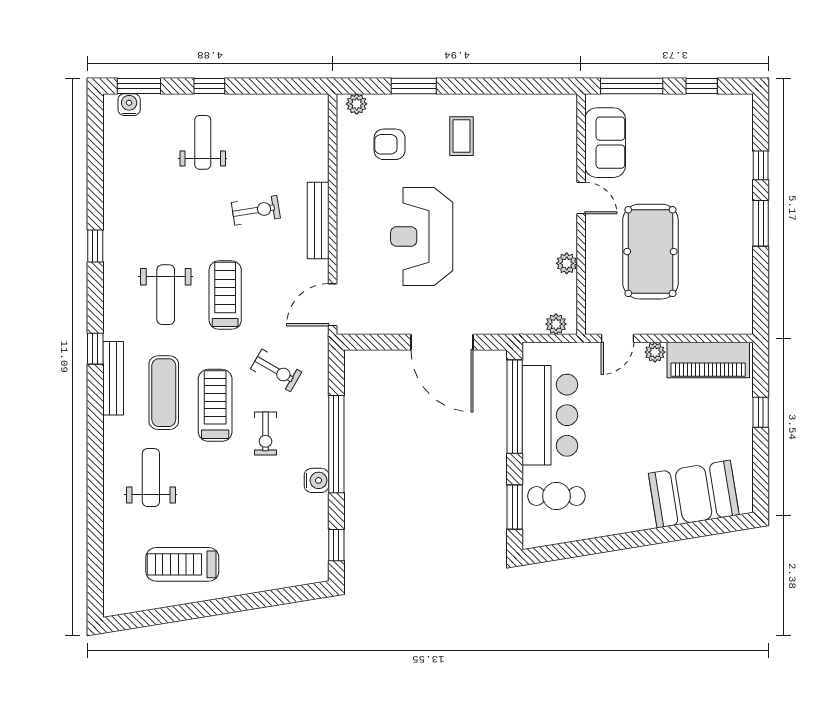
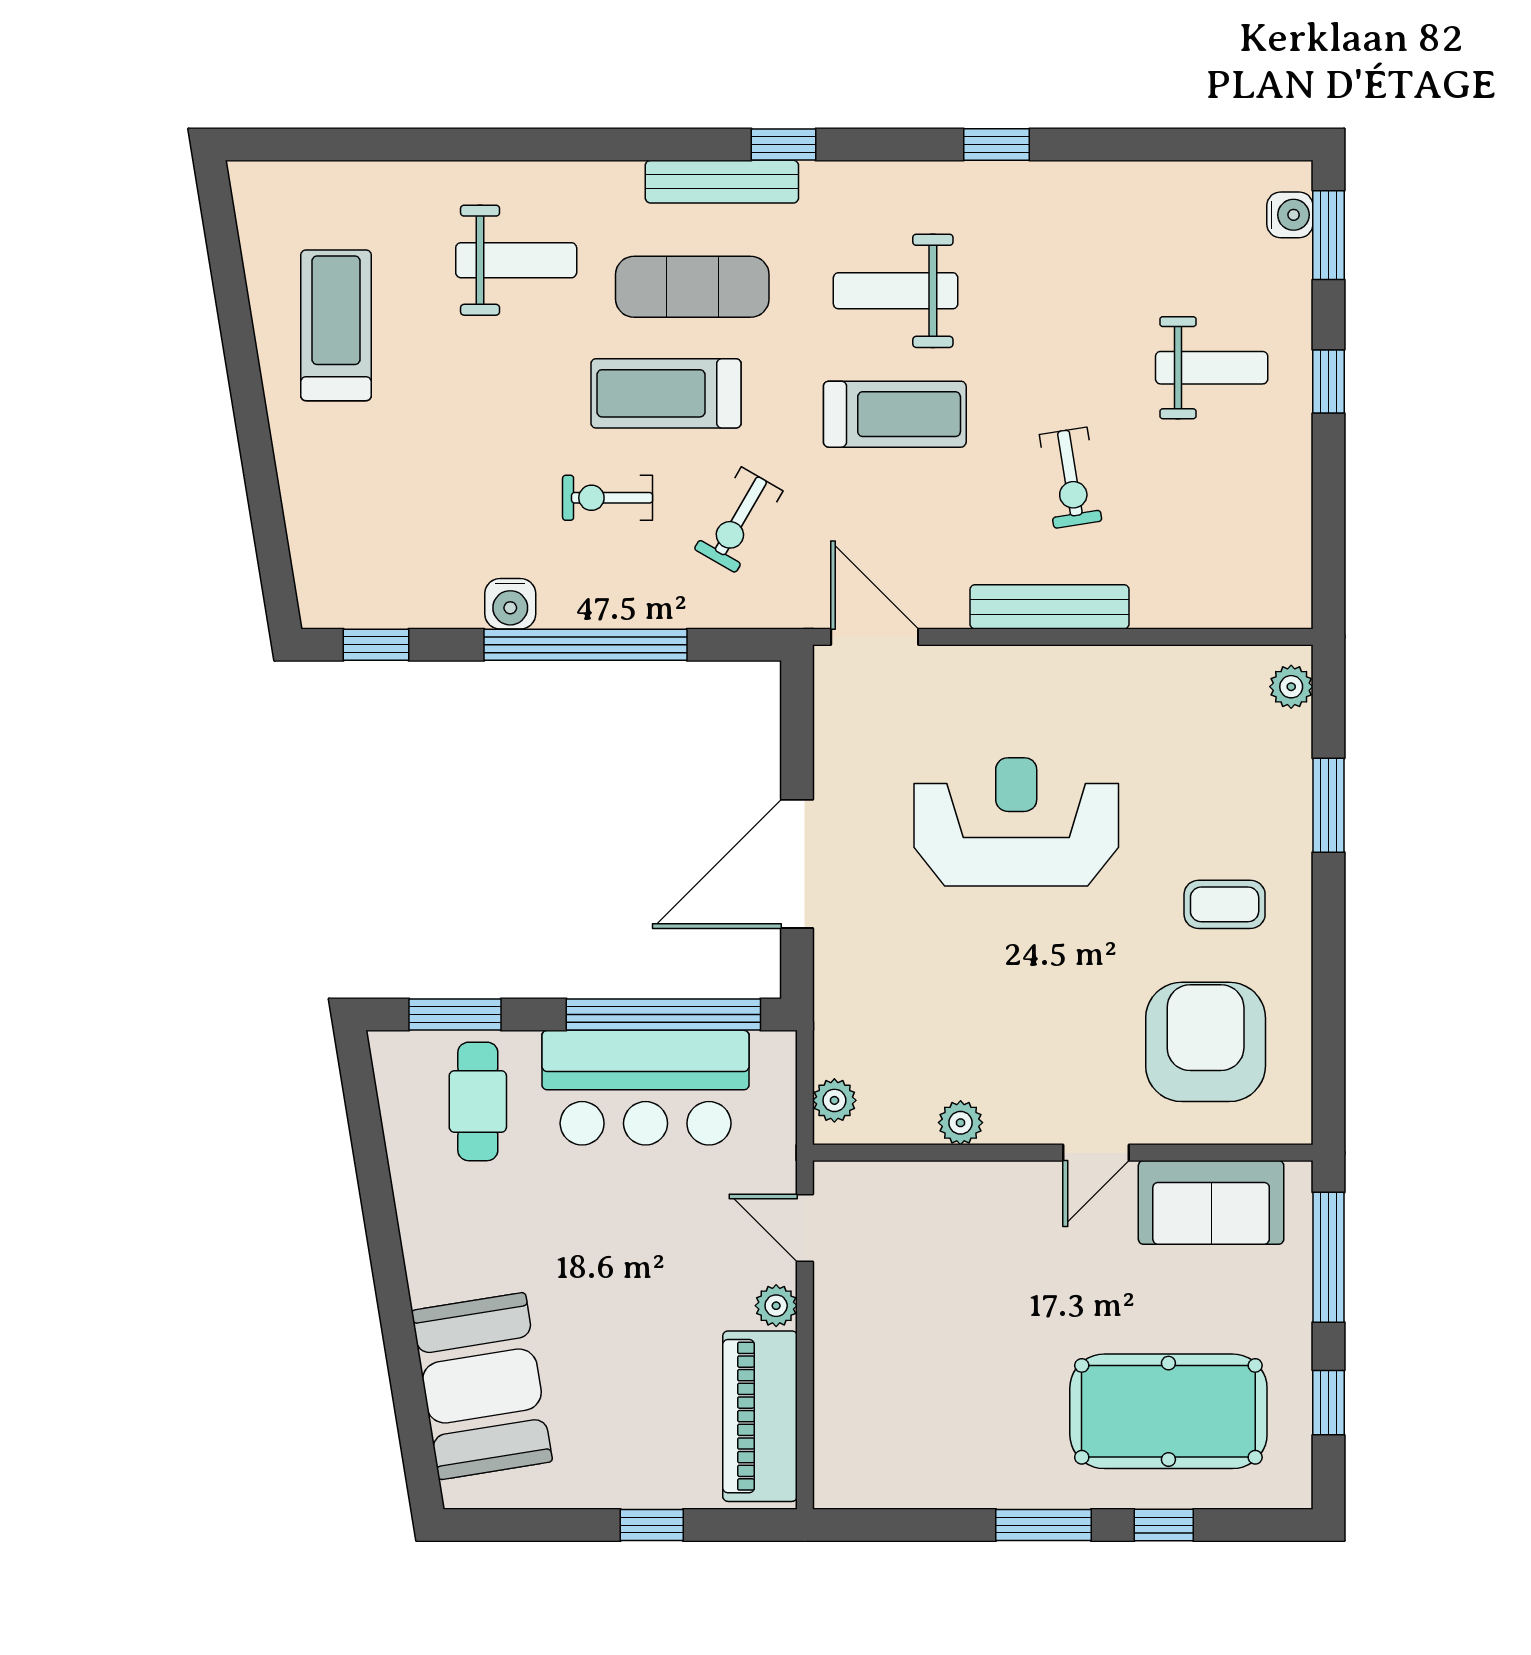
armchair: (390, 144) -> (1206, 1042), moved, width x1.88, depth x1.88
pool table: (650, 252) -> (1168, 1411), moved
treadmill: (215, 405) -> (666, 393), turned 180

